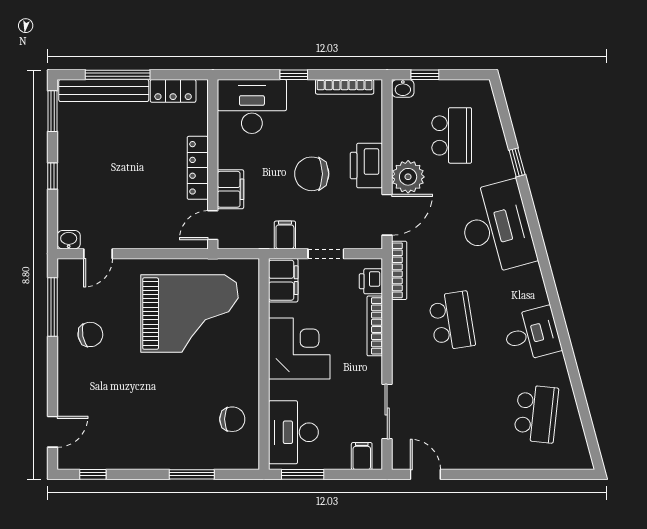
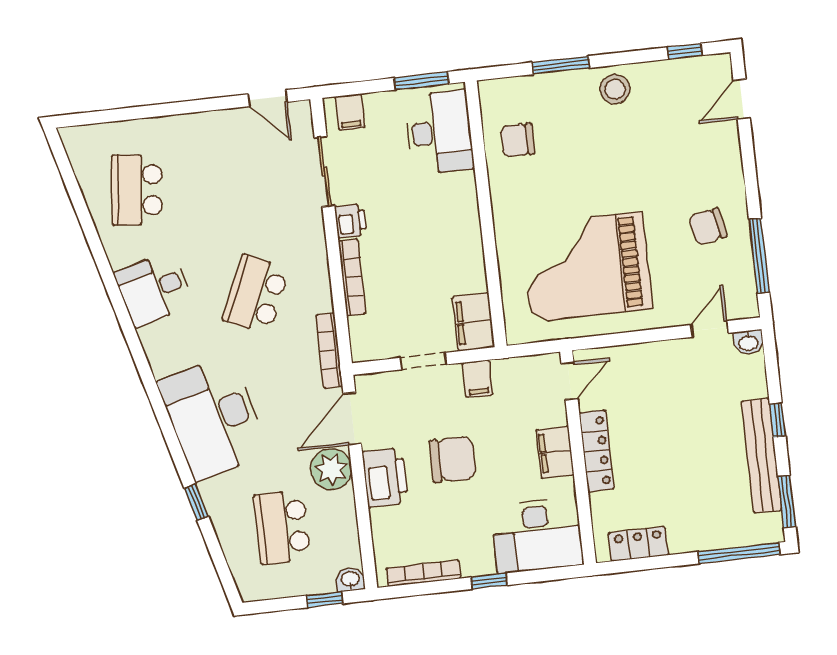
window: (118, 75) -> (739, 553), moved
bench: (104, 91) -> (762, 455), moved, turned 90
filing cabinet: (231, 189) -> (555, 452), moved
printer: (371, 281) -> (351, 221), moved
school desk: (452, 321) -> (256, 294), turned 33
corner desk: (299, 349) -> (444, 238), removed
stool: (151, 451) -> (615, 89), added

